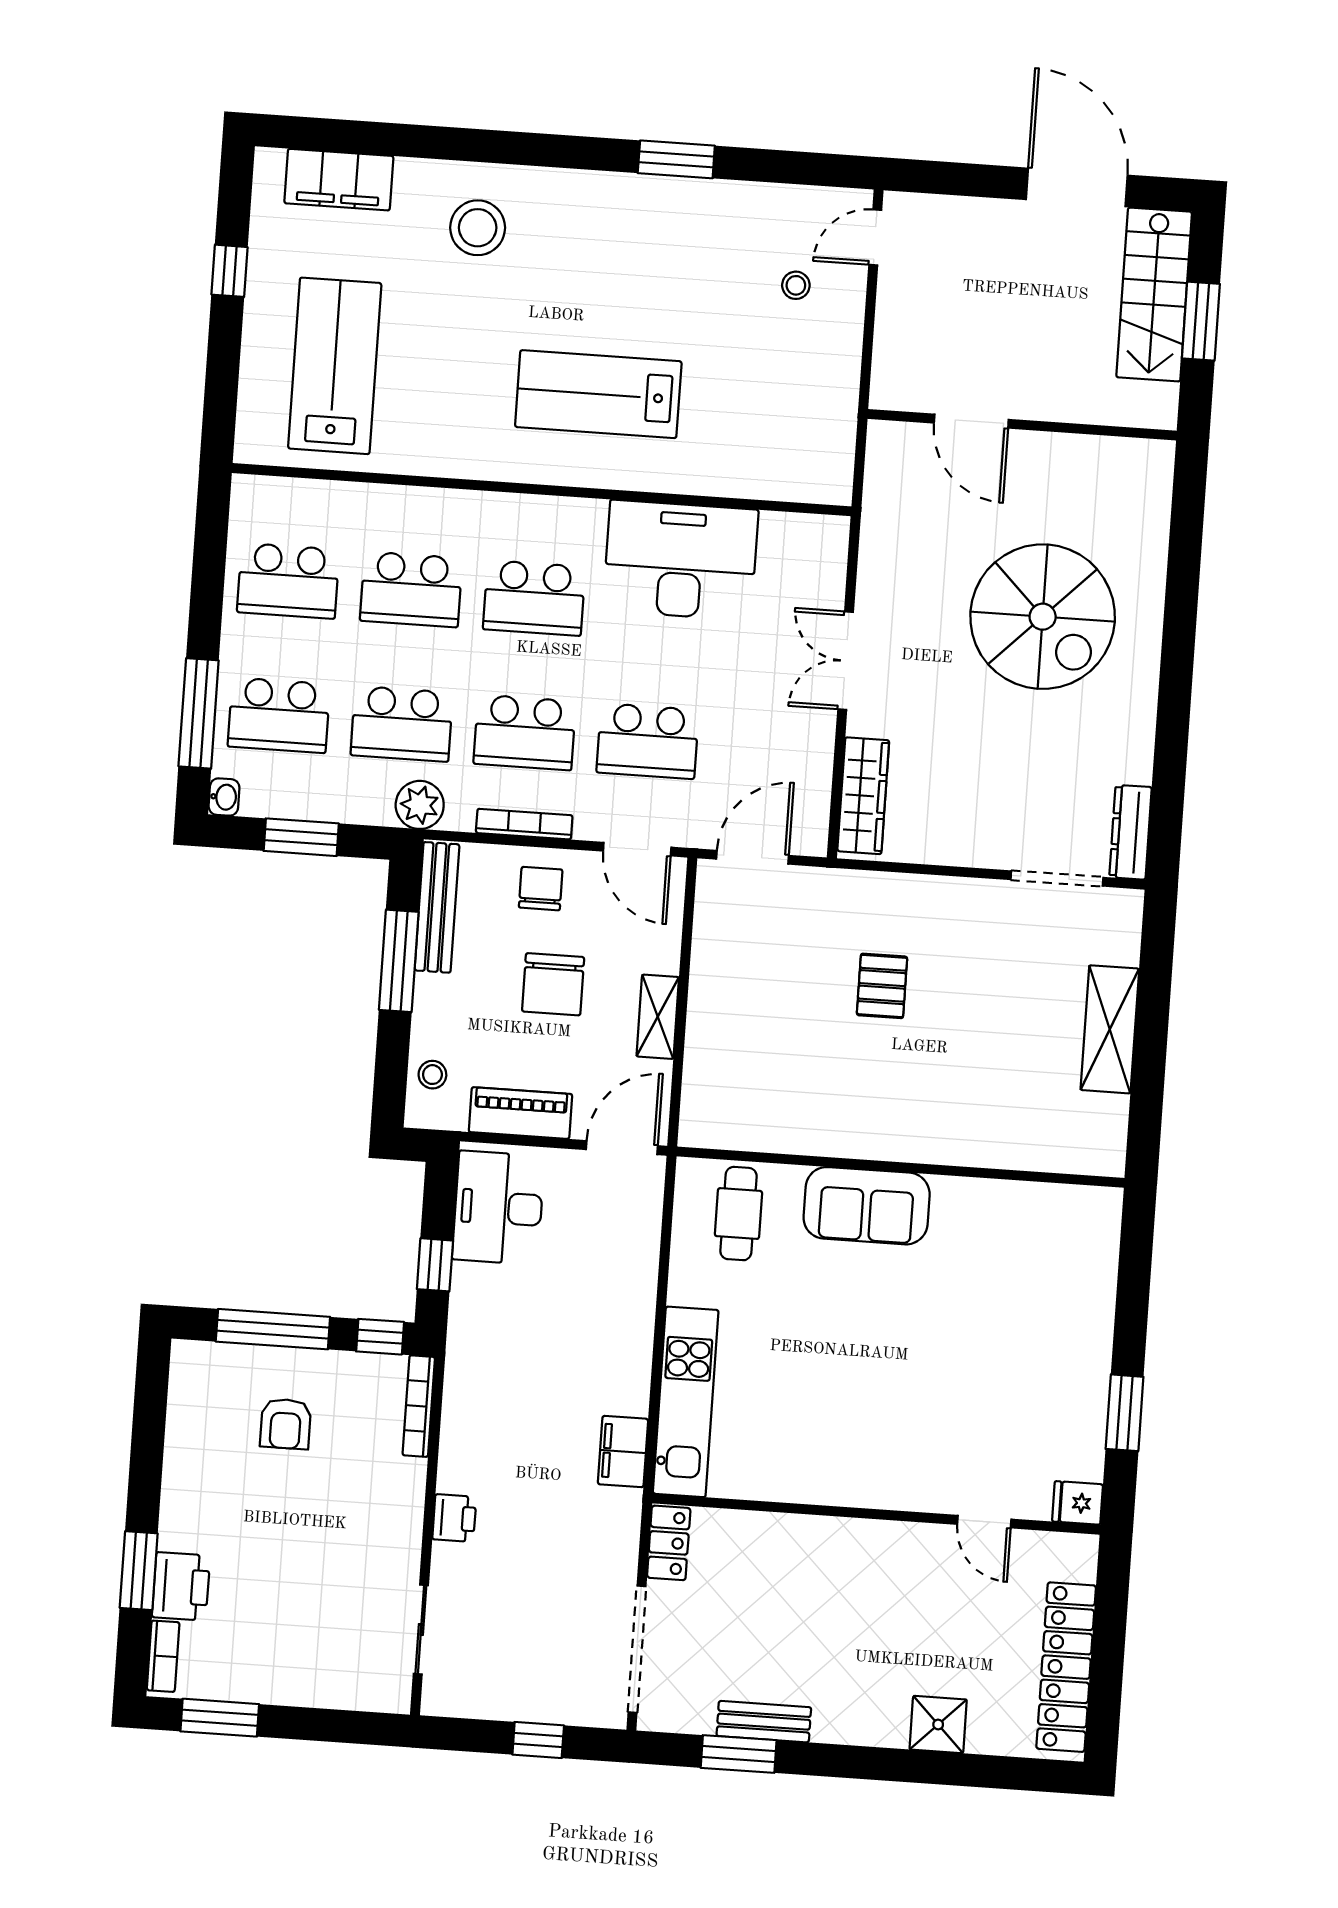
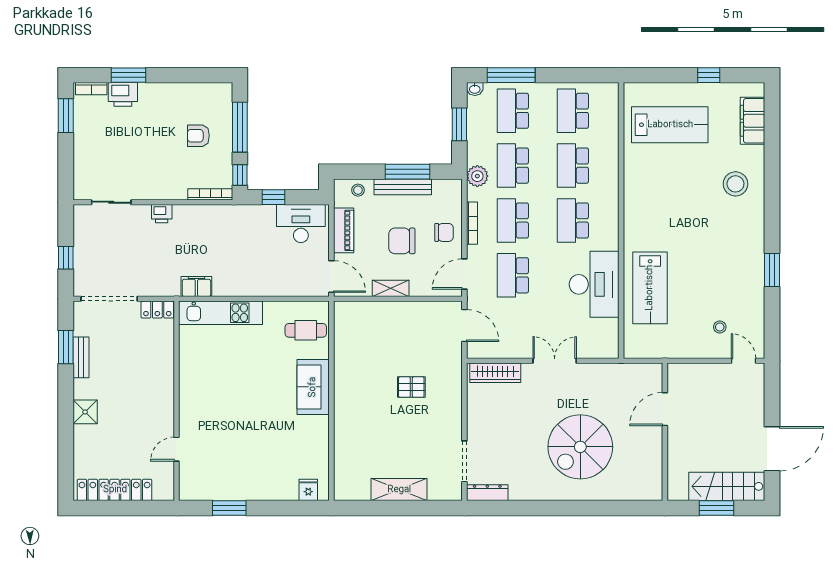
lab bench: (598, 394) -> (650, 288), moved, turned 180
bench: (437, 907) -> (403, 187), moved
fridge: (1078, 1503) -> (308, 490), moved
shower: (938, 1725) -> (85, 412), moved

